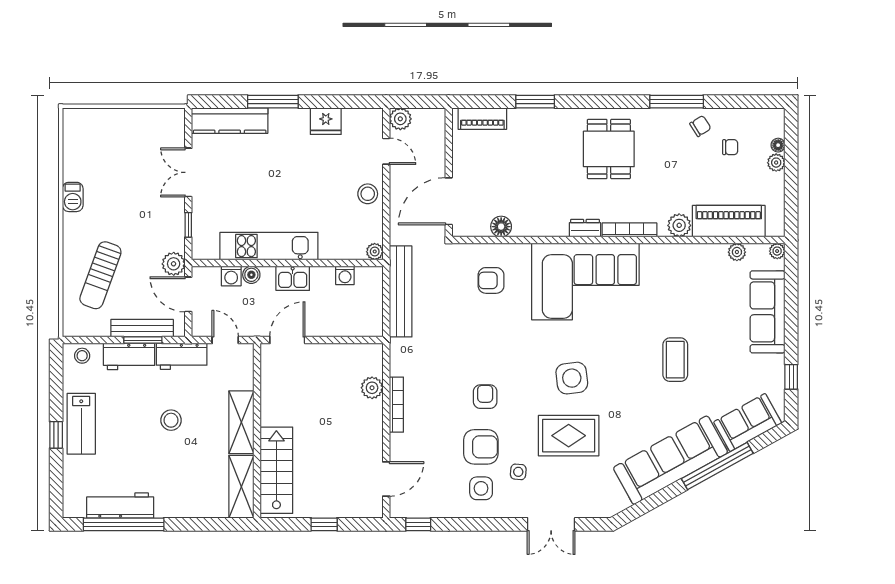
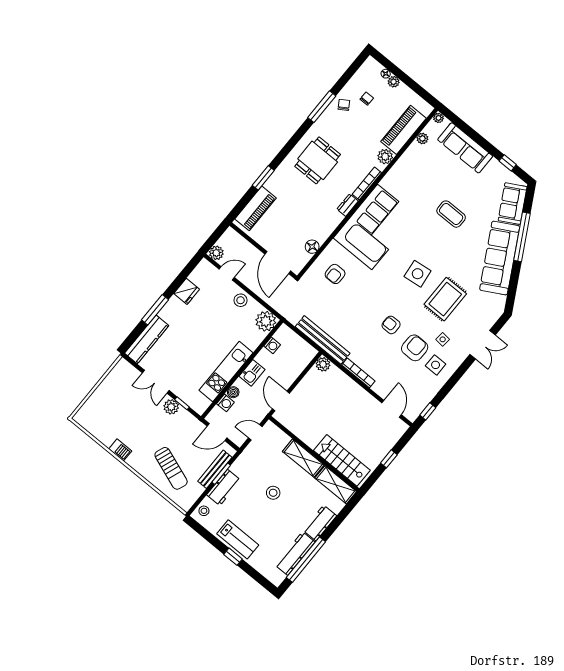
piano: (482, 119) -> (256, 208), width x1.37, depth x1.33
dining table: (609, 149) -> (318, 160), turned 90
plant: (375, 252) -> (266, 321), width x1.87, depth x1.87
plant: (174, 264) -> (171, 407), moved
bench: (401, 291) -> (323, 340), moved
workbench: (182, 356) -> (320, 523), moved, turned 180
plant: (372, 388) -> (323, 364), moved

